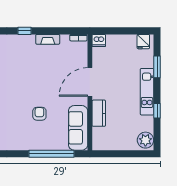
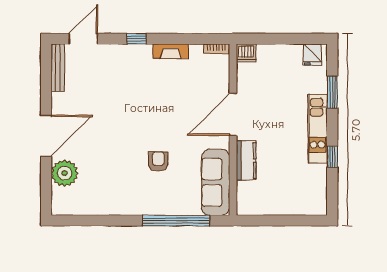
plant: (145, 140) -> (315, 200), removed

